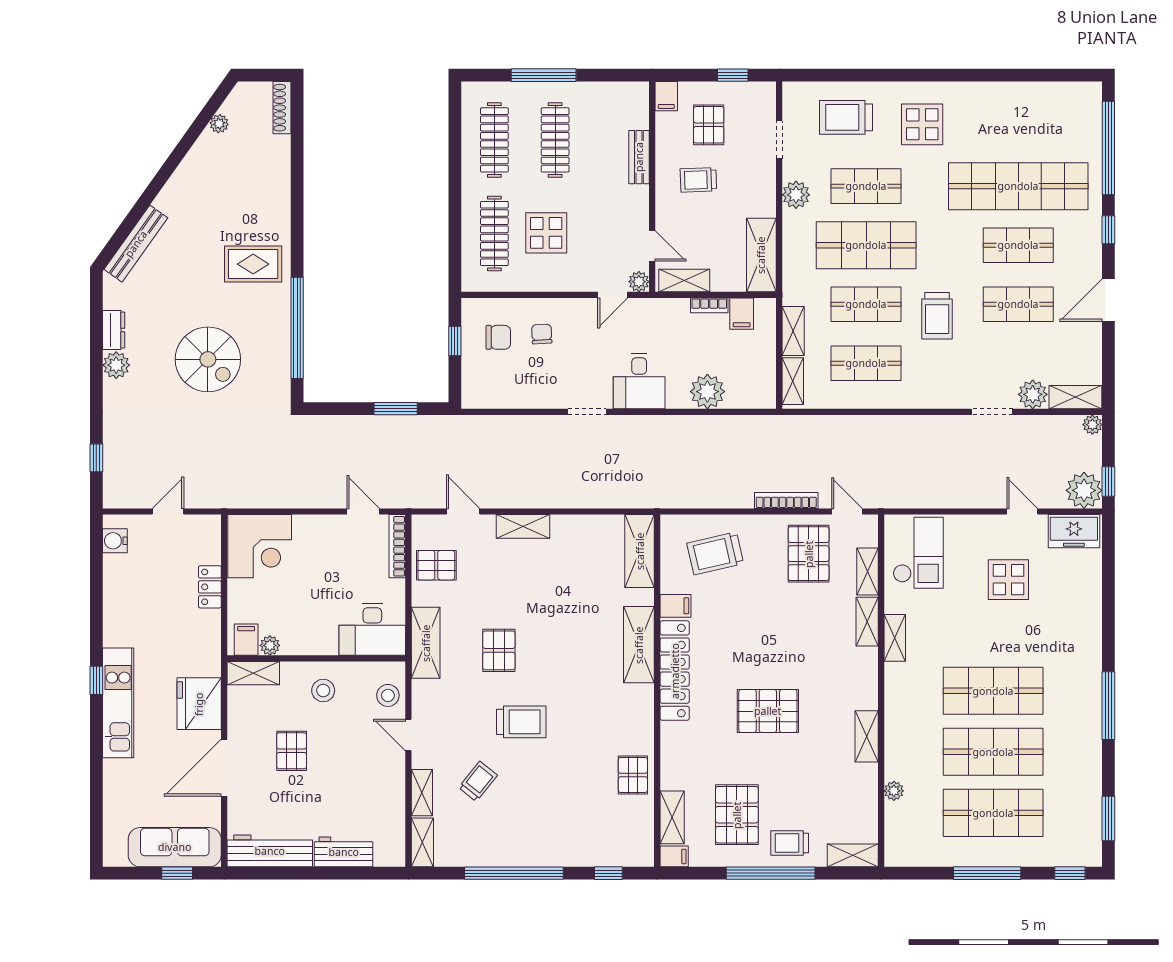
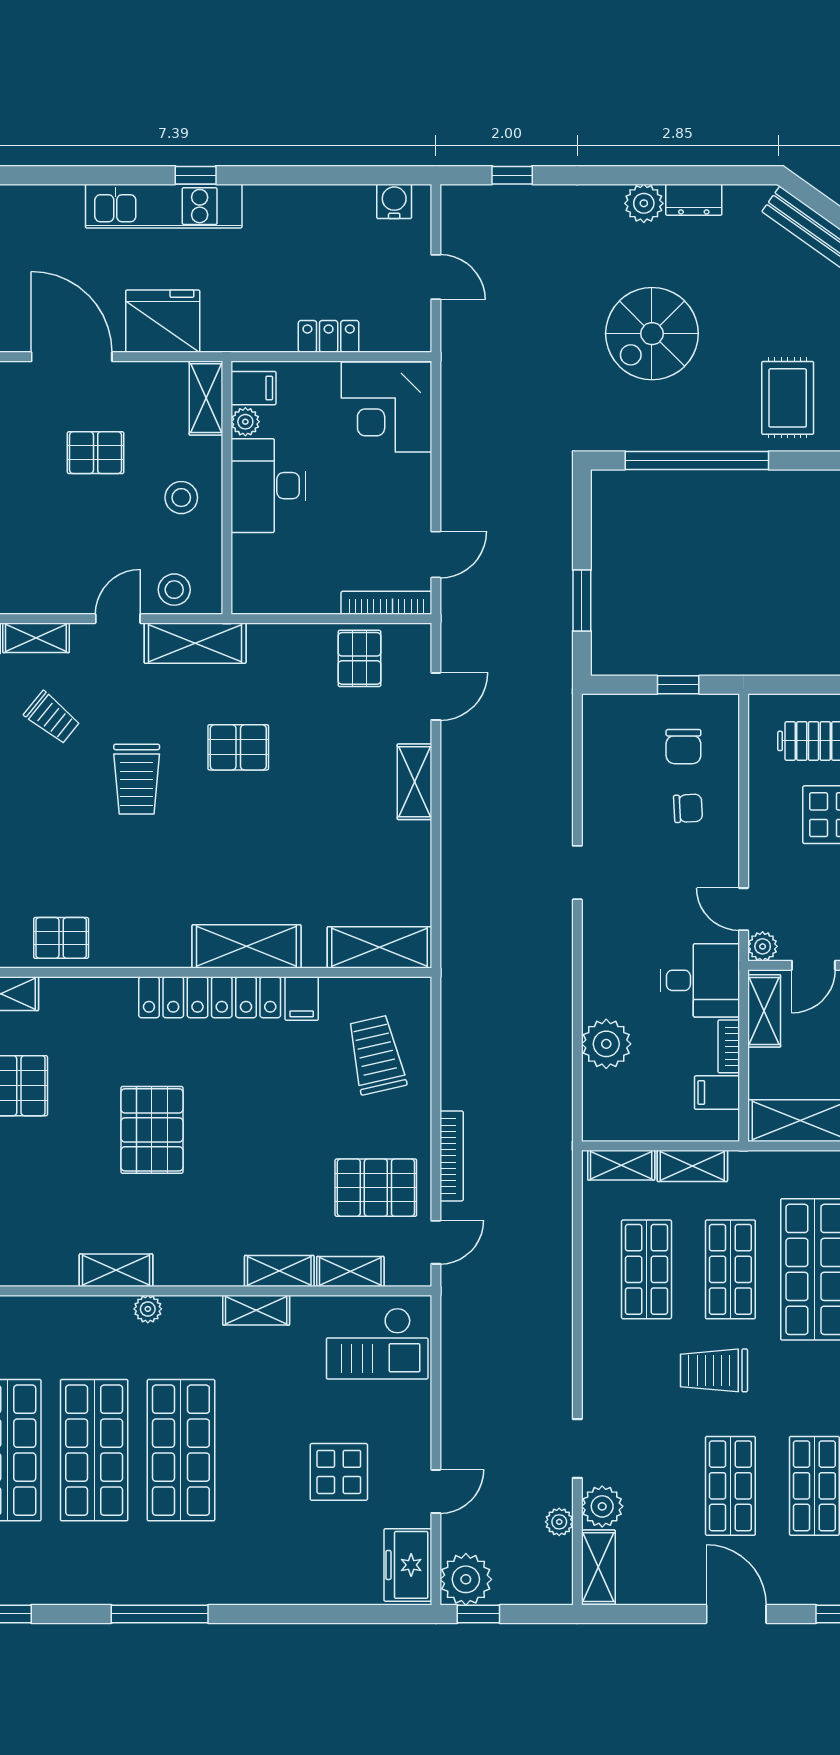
desk: (639, 381) -> (700, 980), moved, turned 180
plant: (1092, 425) -> (559, 1522), moved
desk: (372, 629) -> (268, 486), moved
shelving: (426, 643) -> (195, 643), moved
plant: (894, 791) -> (148, 1309), moved

